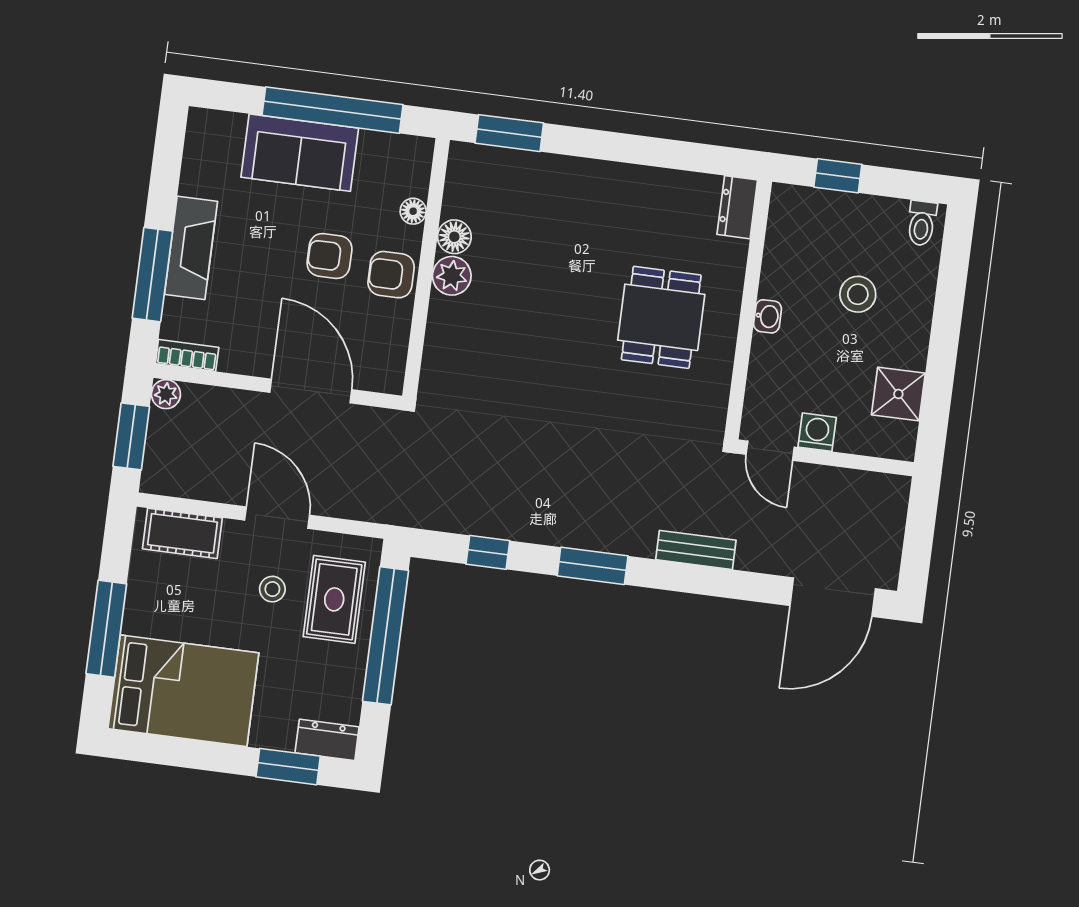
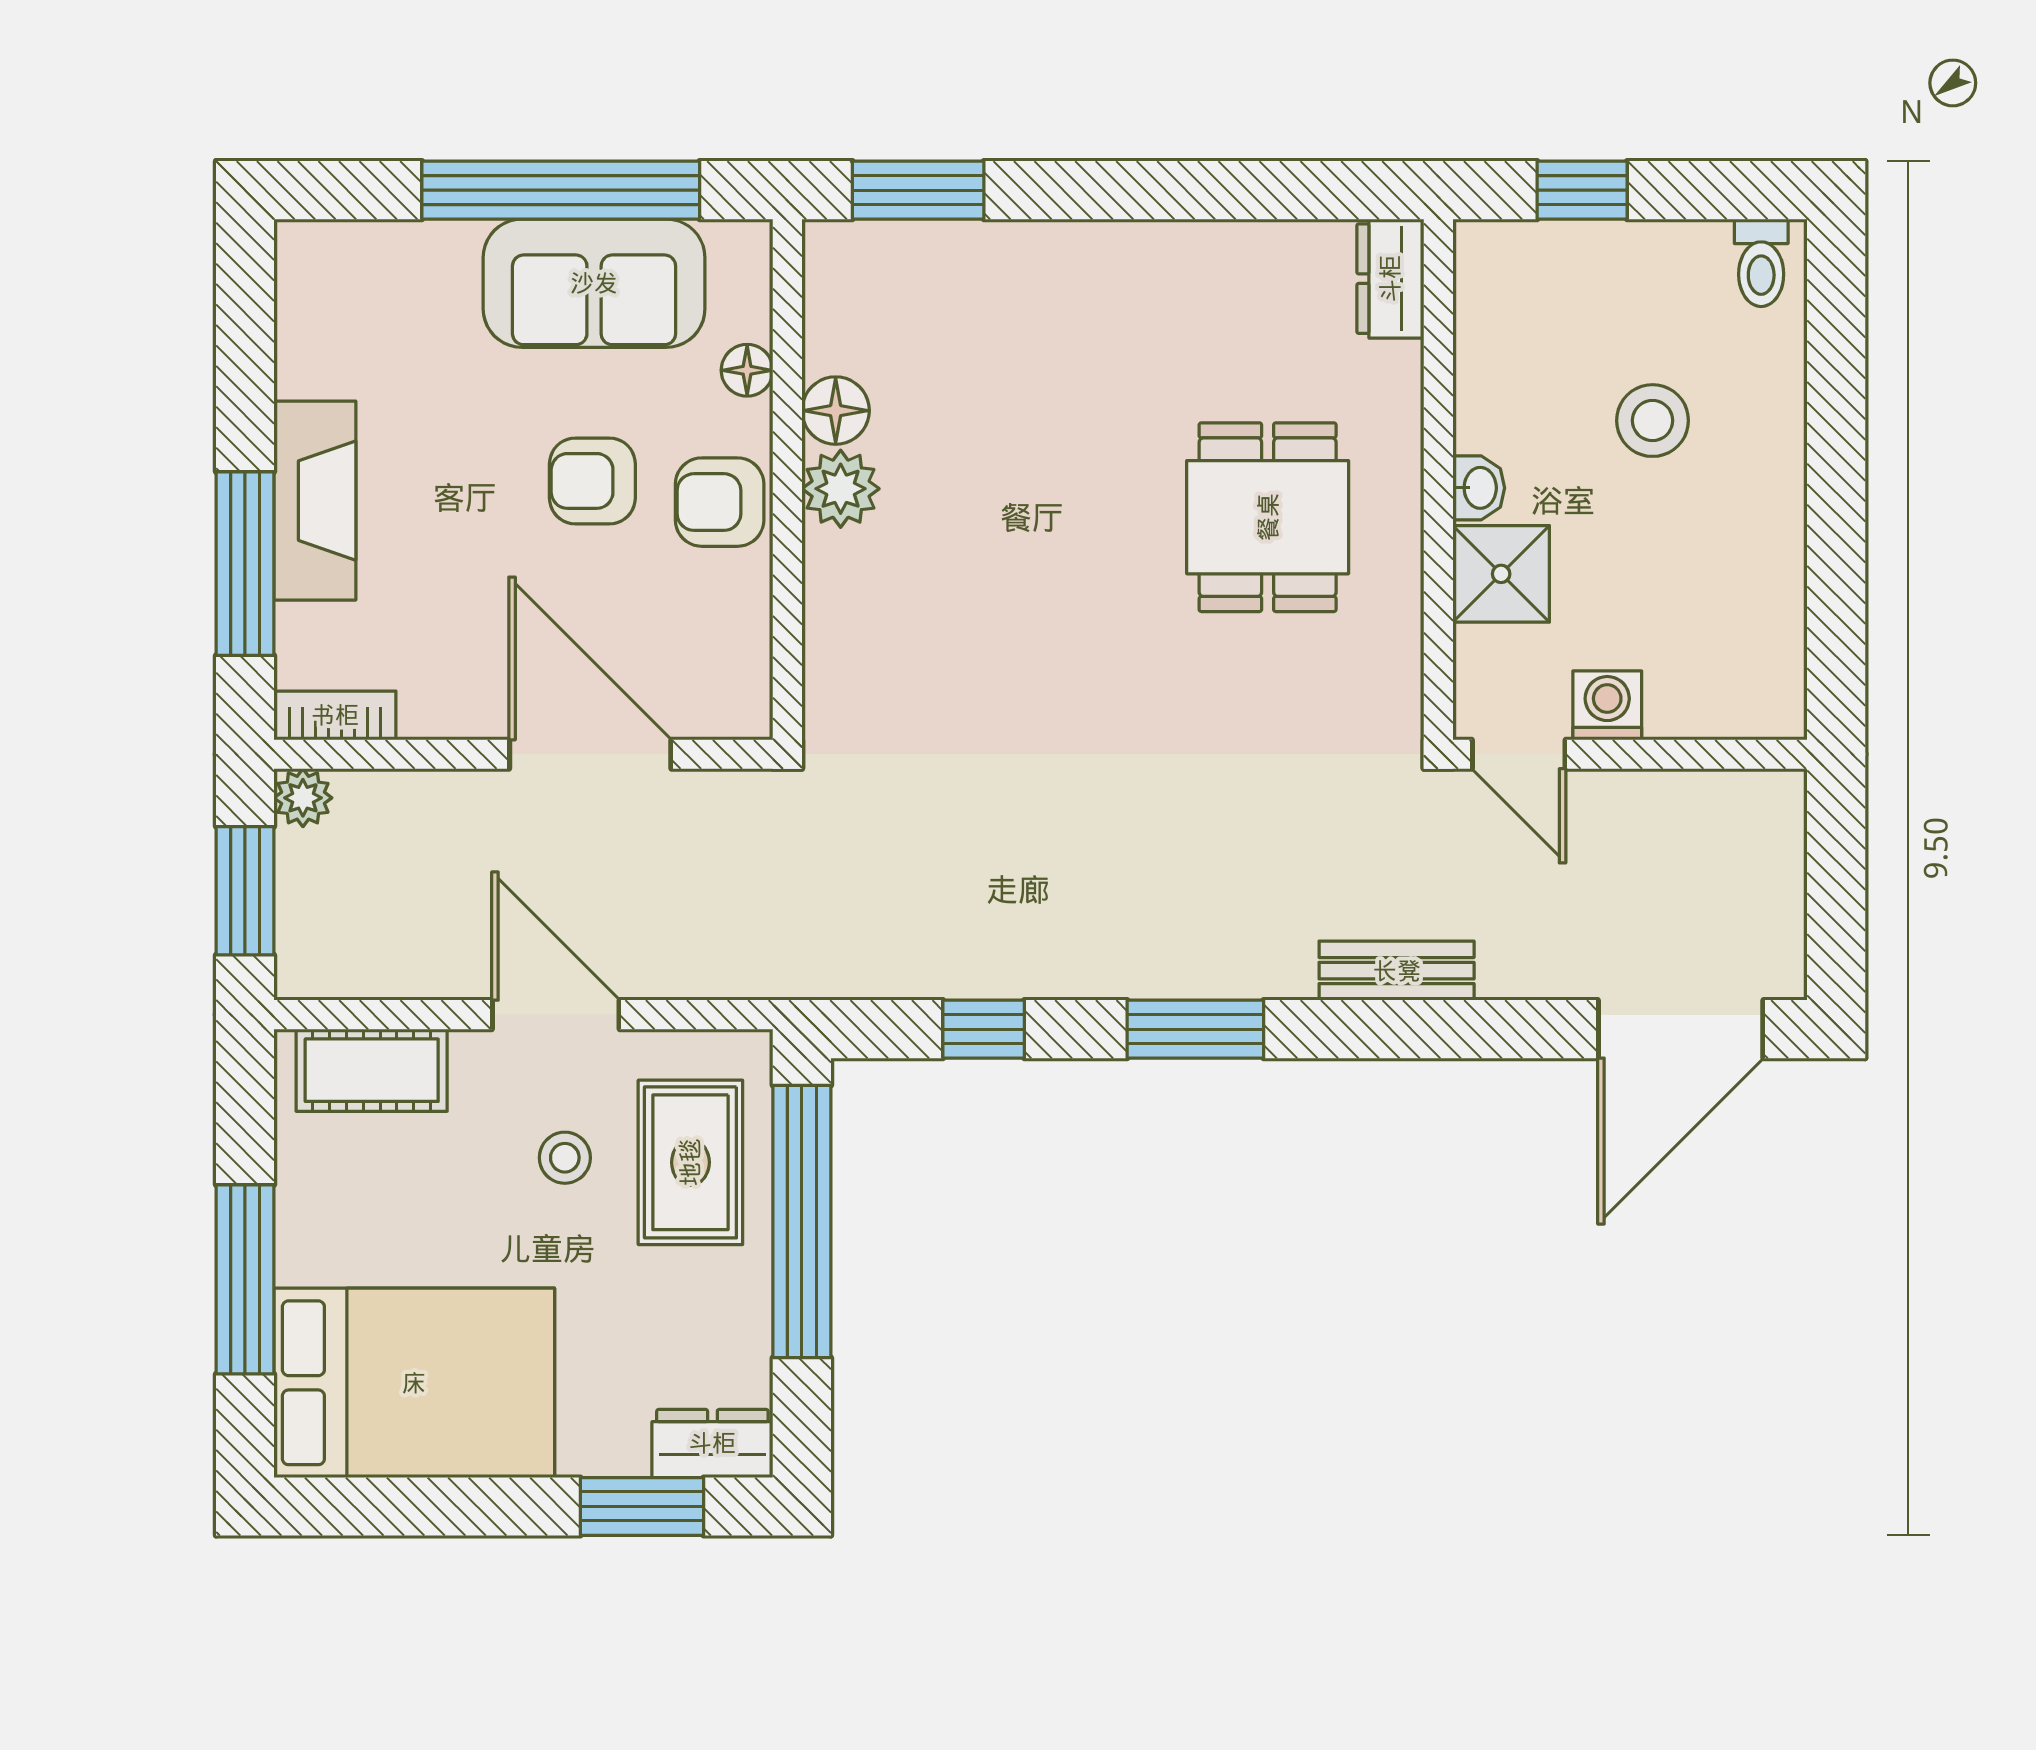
sofa: (300, 153) -> (594, 283), moved
shower: (898, 394) -> (1501, 574), moved

